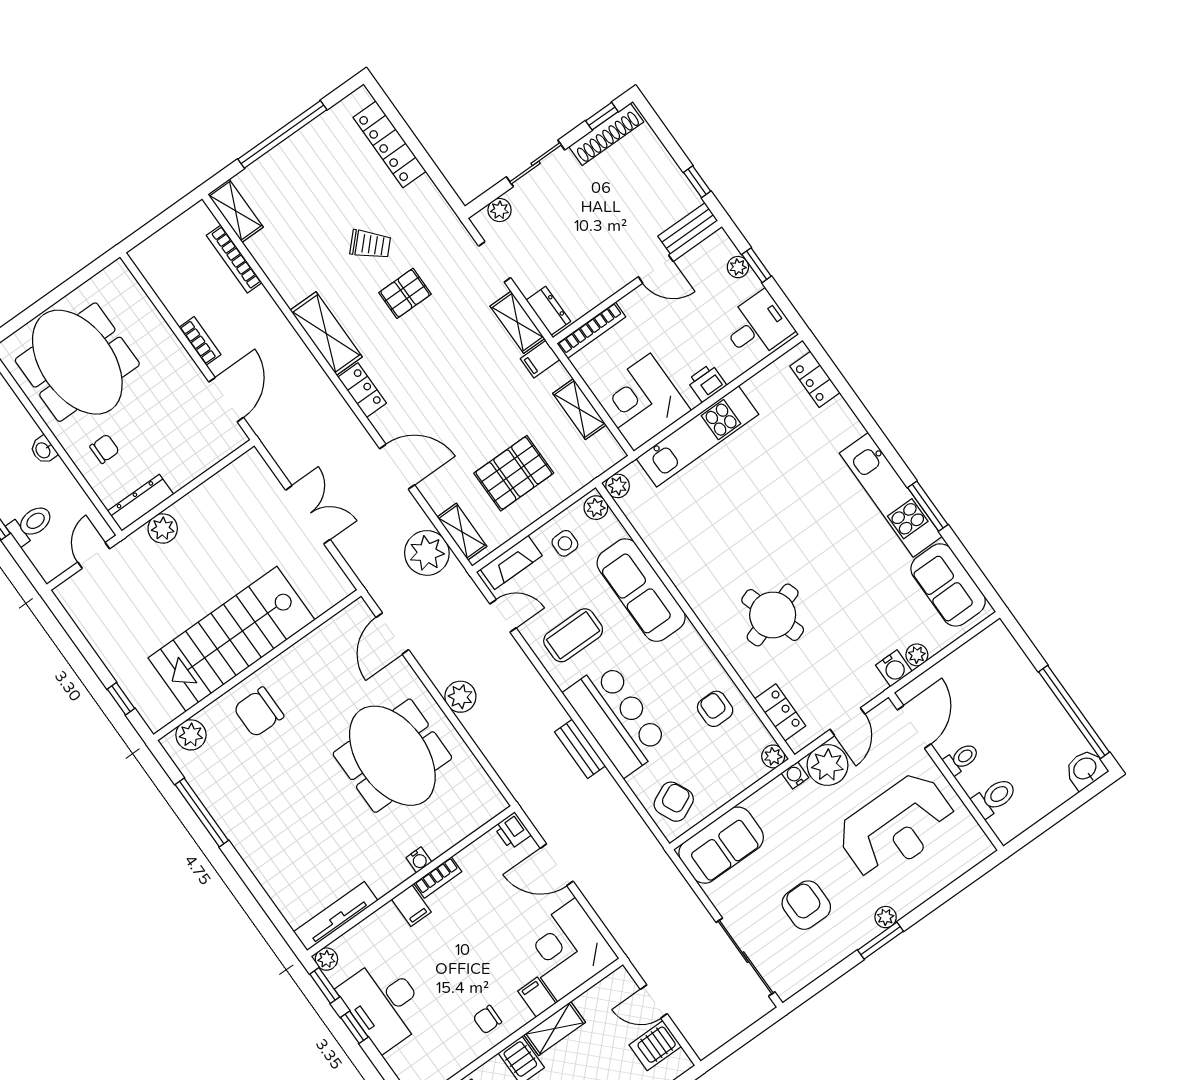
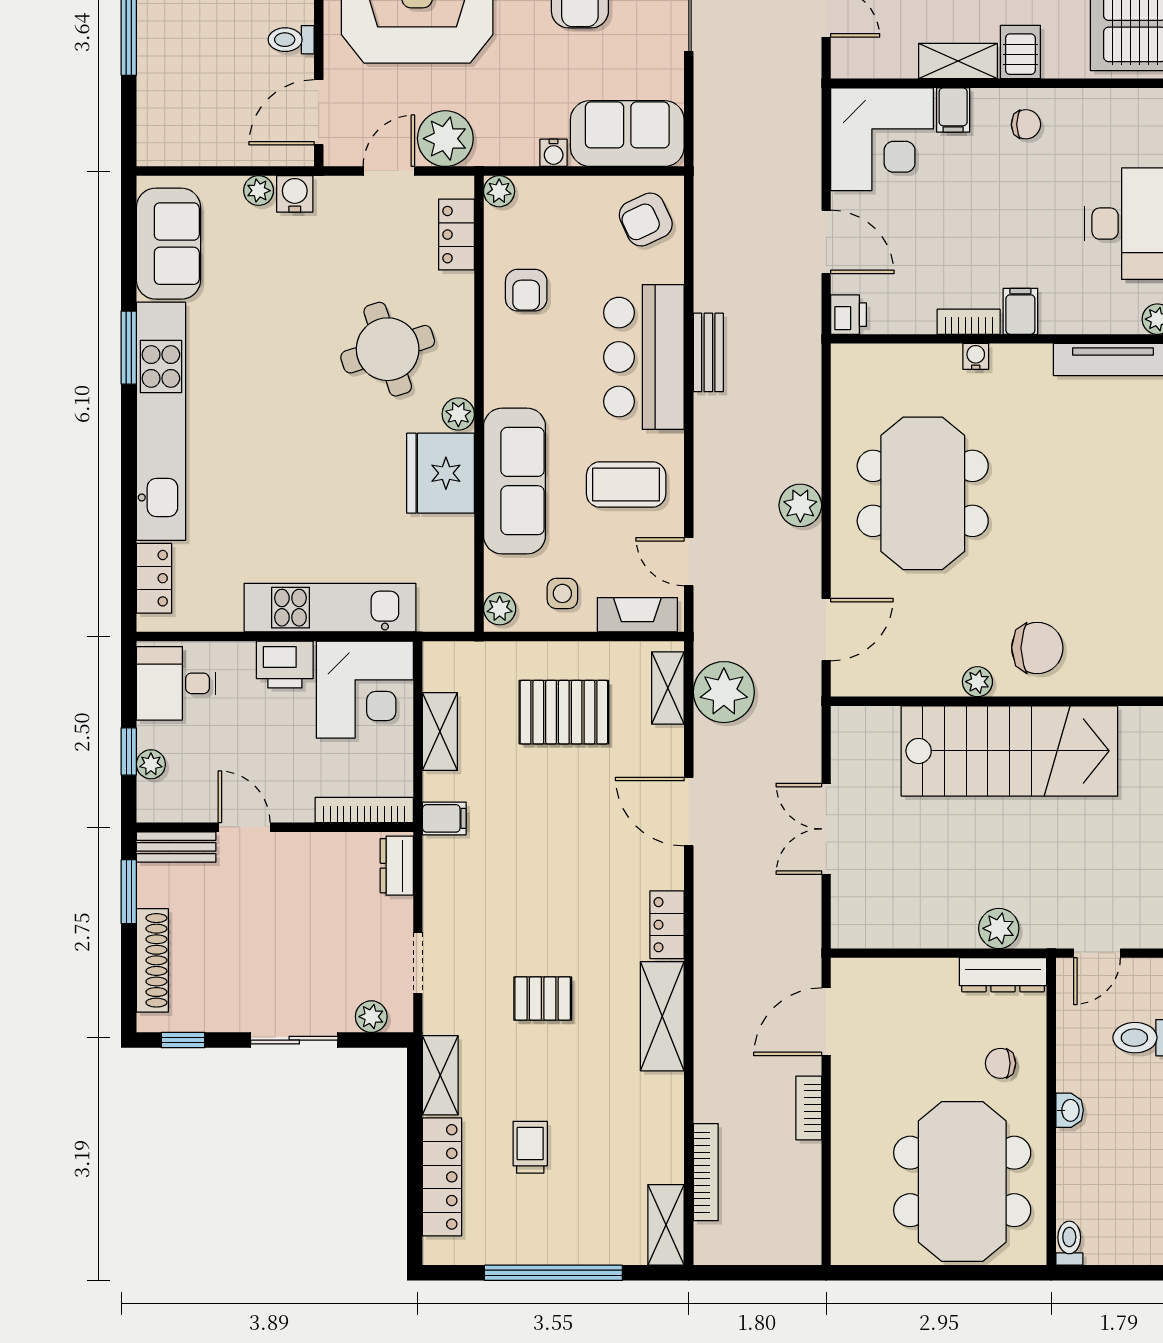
shoe rack: (606, 134) -> (152, 960), moved, turned 90
window: (697, 182) -> (129, 892), width x1.50
trolley: (370, 244) -> (530, 1147), moved, turned 46
shelving: (517, 322) -> (440, 1075), moved
printer: (707, 383) -> (285, 664), width x1.36, depth x1.24
plant: (618, 486) -> (458, 414), moved
kitchen unit: (891, 495) -> (161, 421), width x1.36
fridge: (689, 563) -> (441, 473), added
plant: (191, 735) -> (977, 682), moved, width x0.73, depth x0.73
water cooler: (795, 775) -> (554, 153), moved

